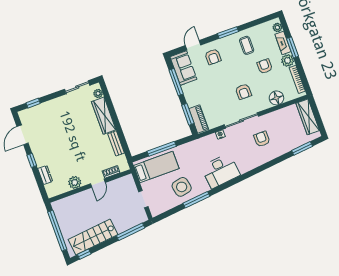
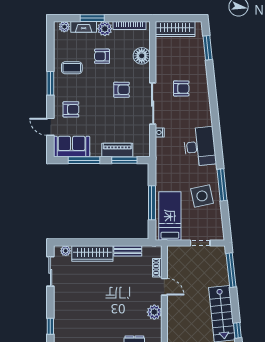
piano: (199, 119) -> (117, 150), moved
armchair: (262, 139) -> (181, 88), turned 180

